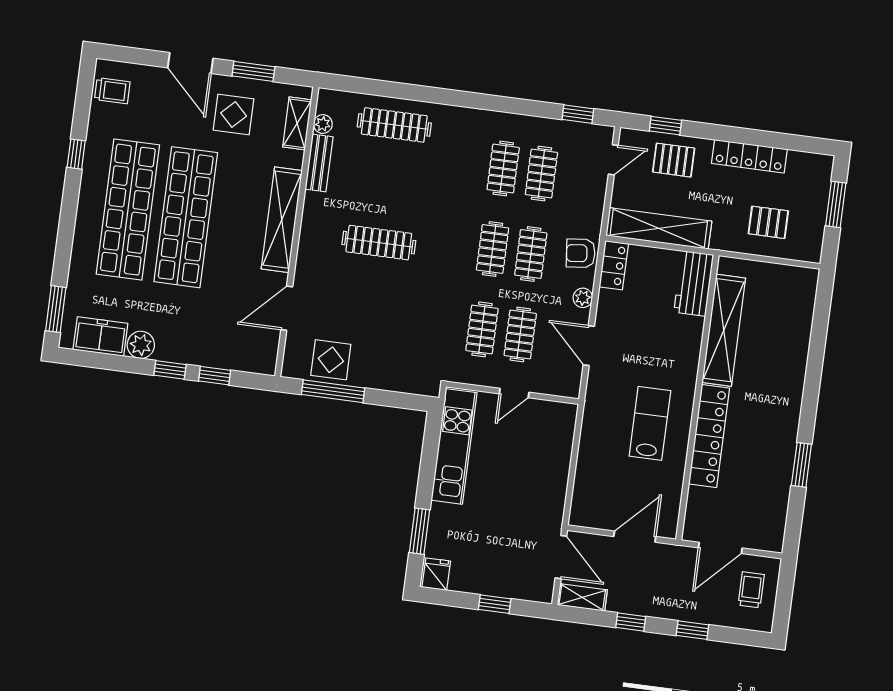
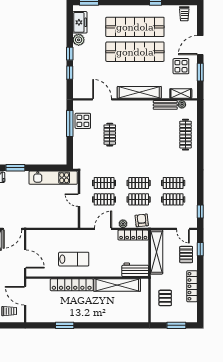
clothes rail: (379, 243) -> (110, 135), moved, width x0.73
locker: (614, 265) -> (133, 235), width x1.53

